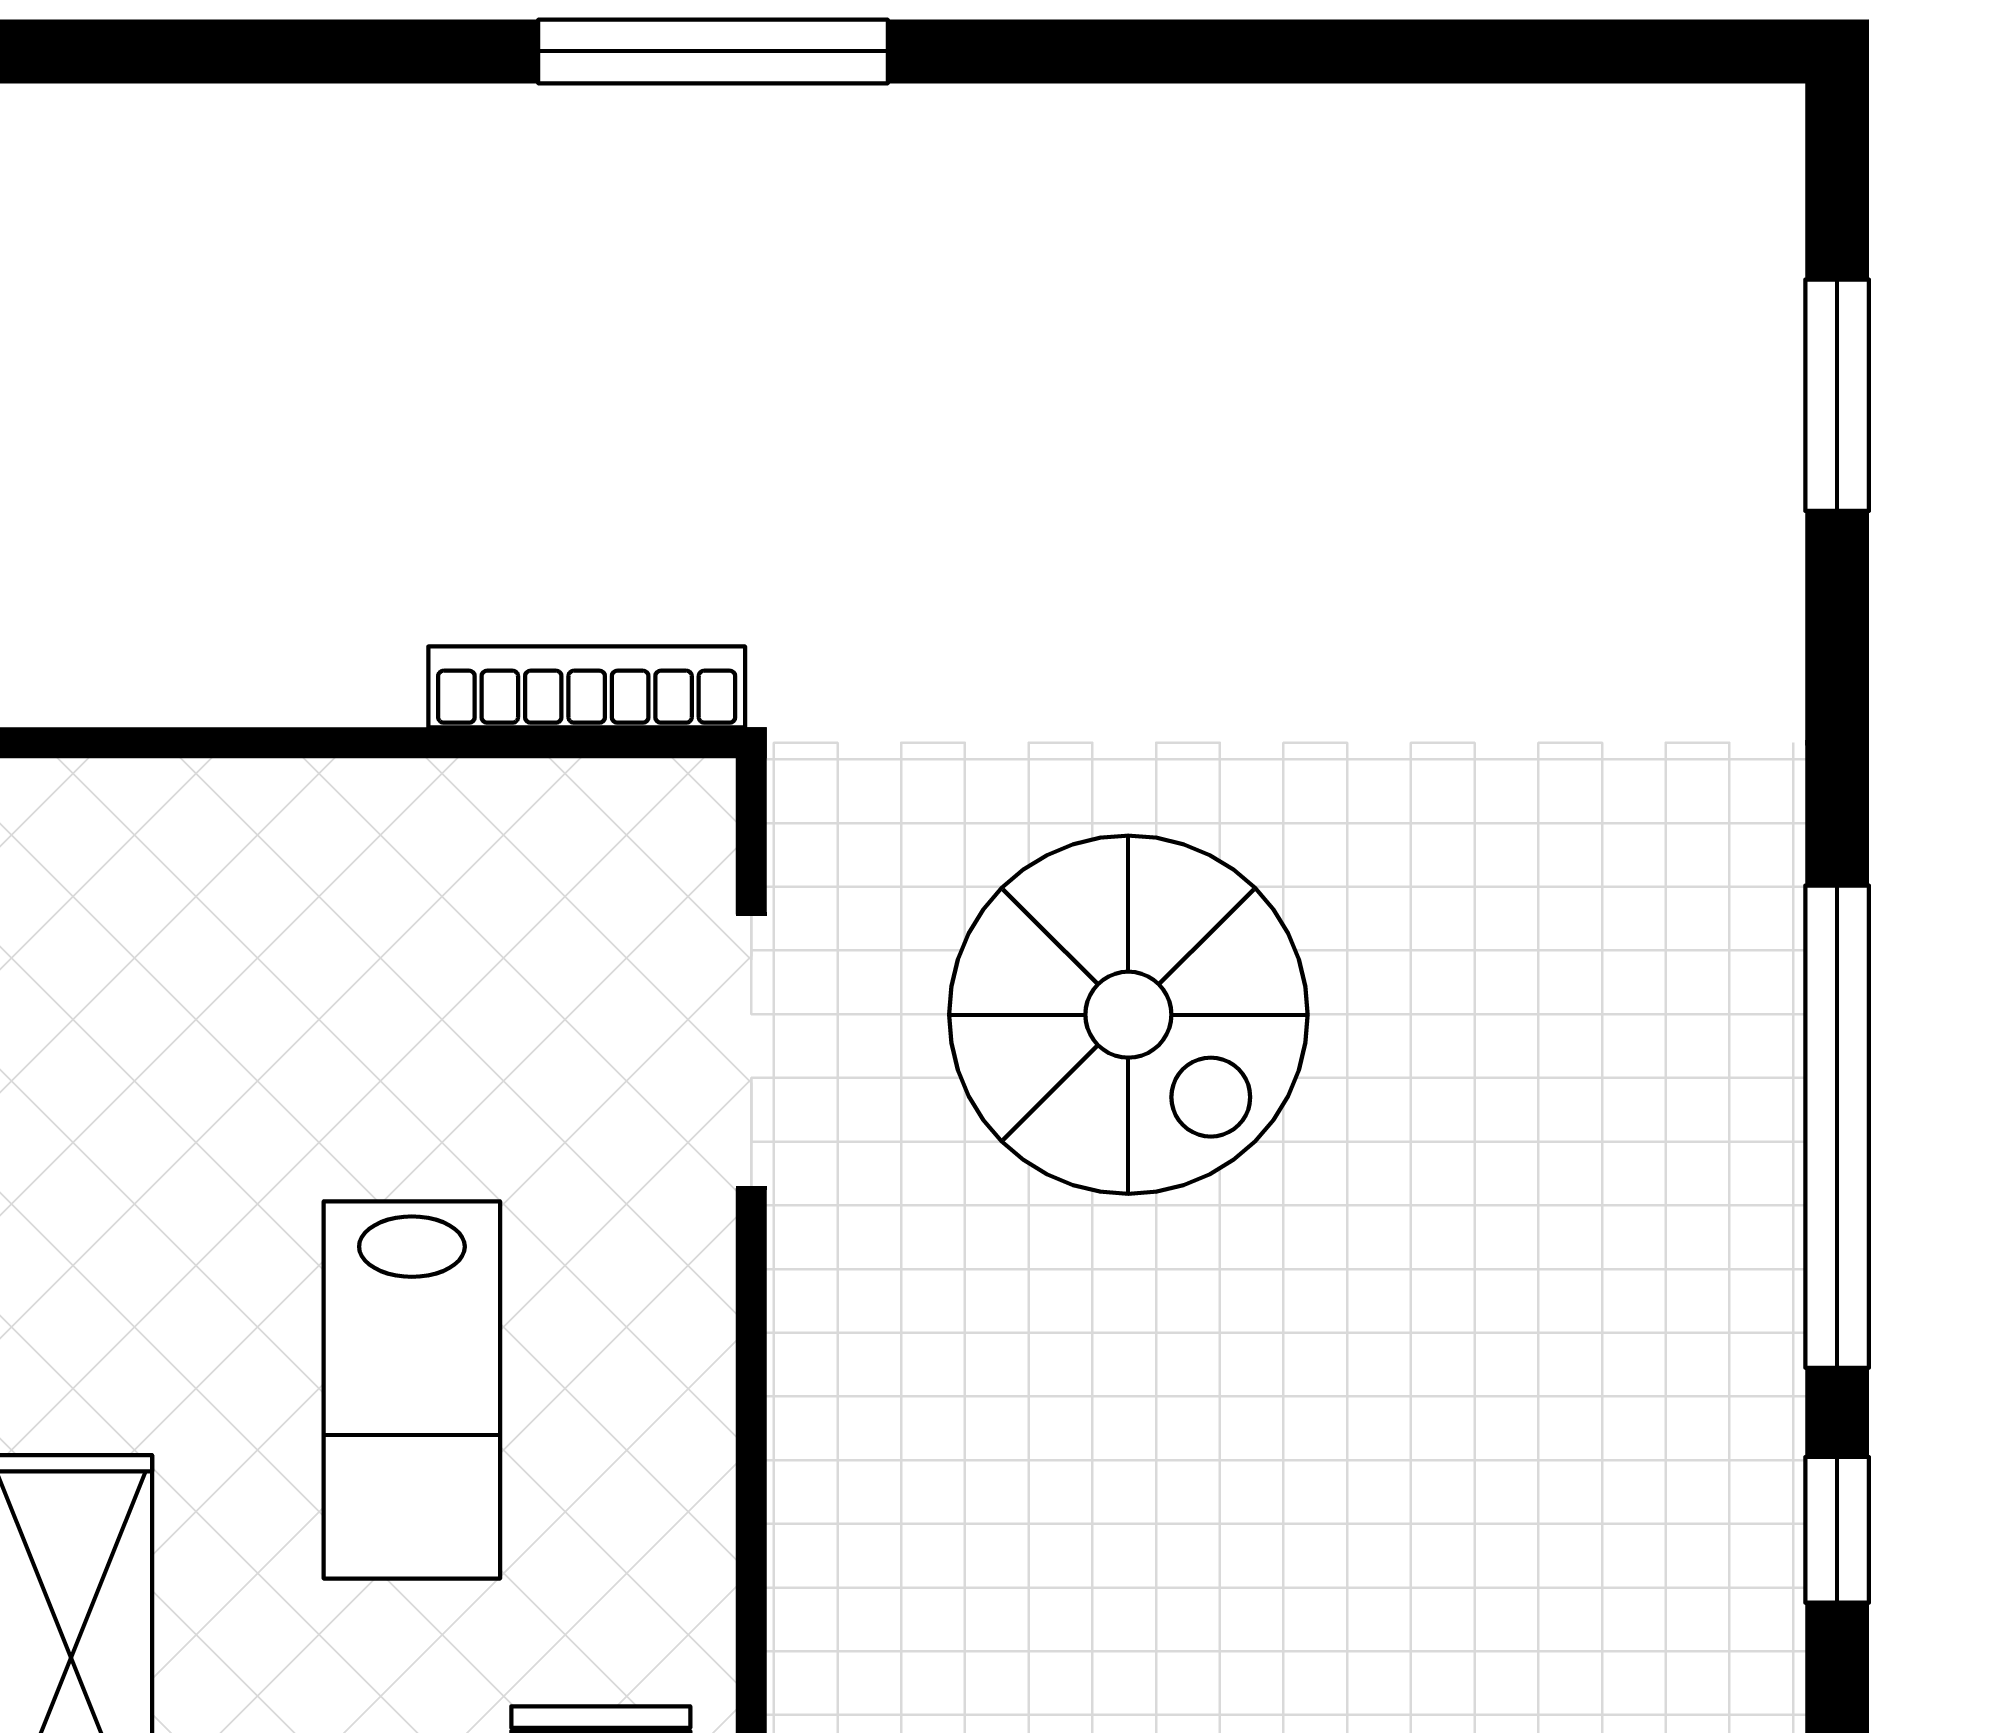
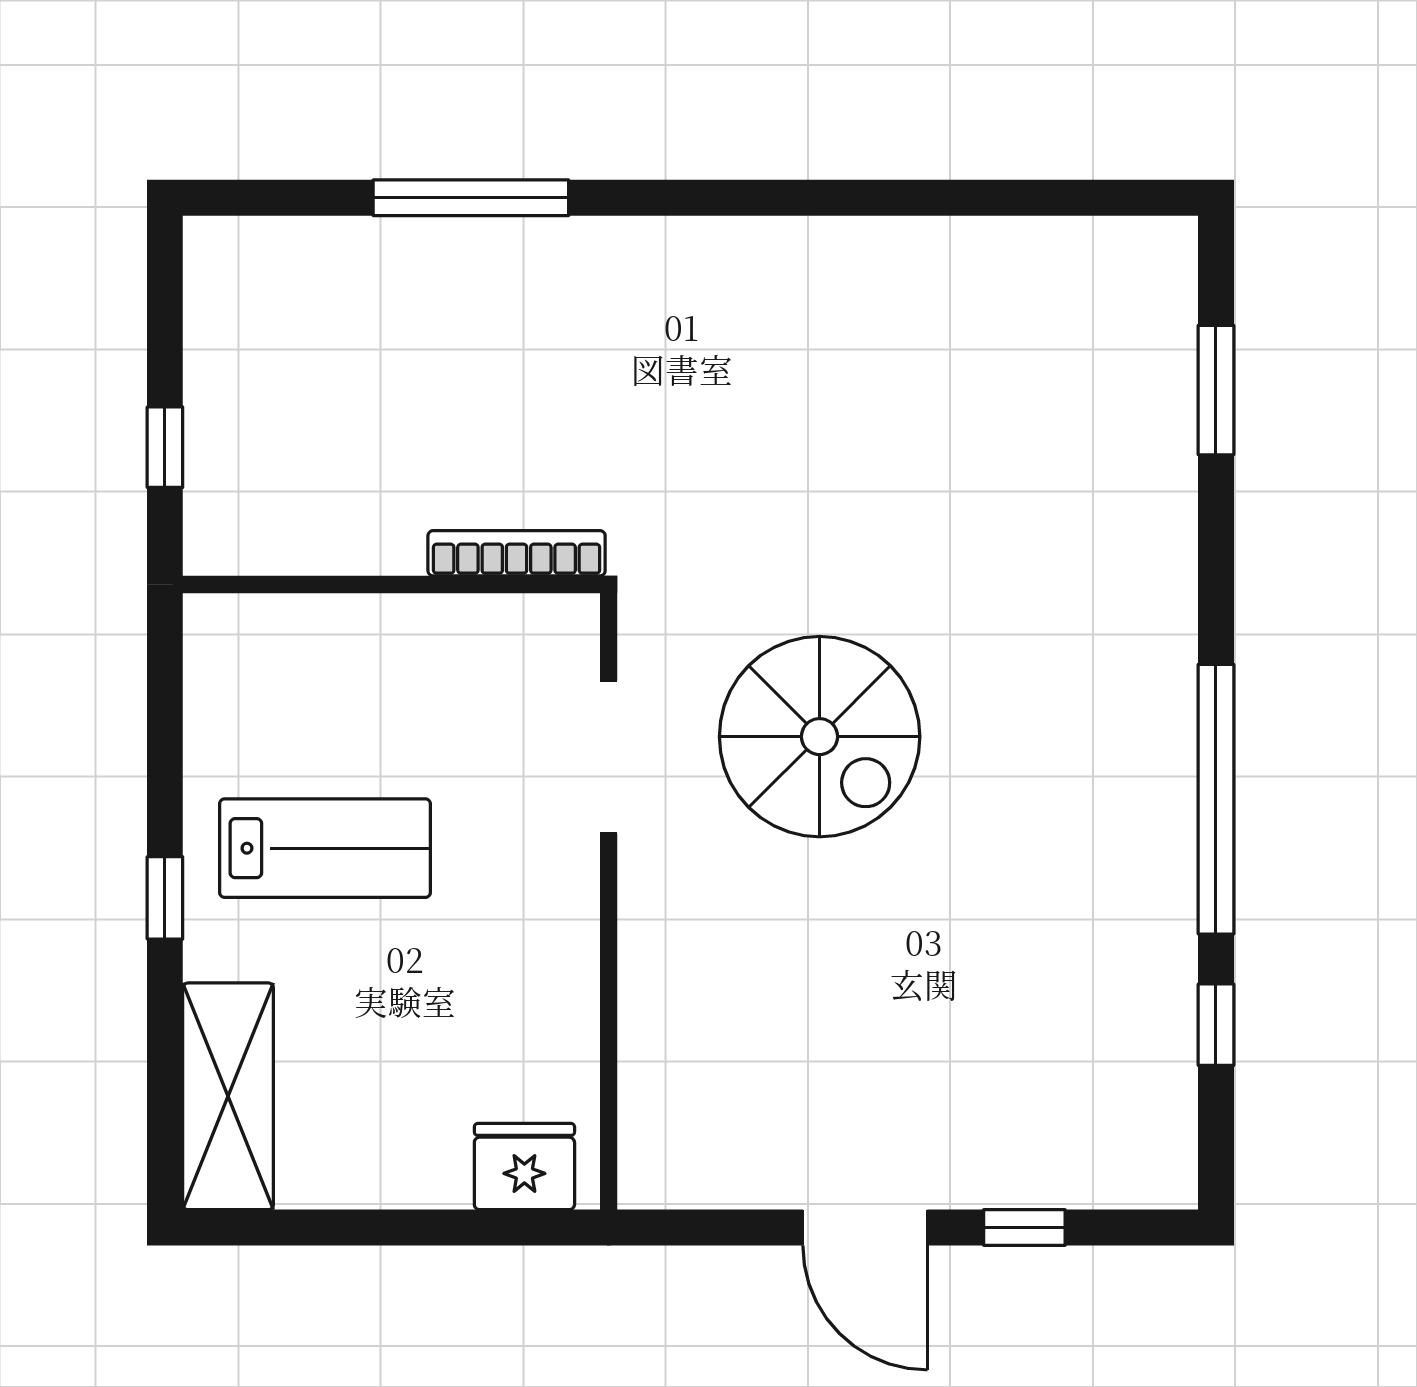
window: (713, 51) -> (471, 198), moved
lab bench: (412, 1390) -> (325, 848), moved, turned -90

